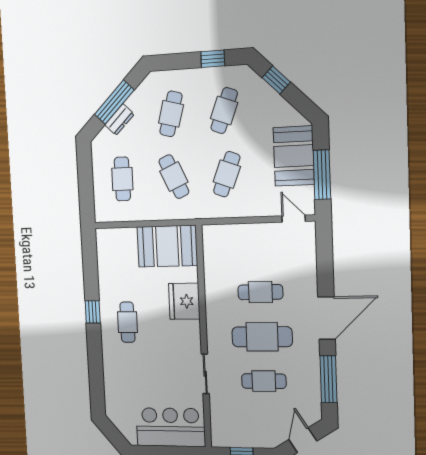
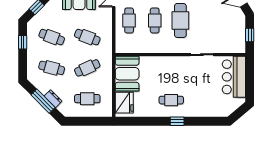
fridge: (184, 301) -> (124, 103), moved, turned -90
window: (93, 312) -> (177, 121), moved
cafe table: (264, 381) -> (129, 20), moved

